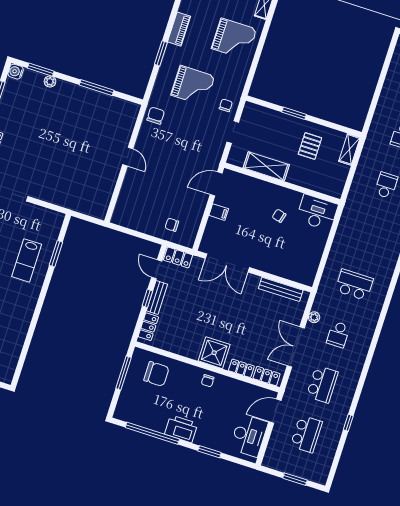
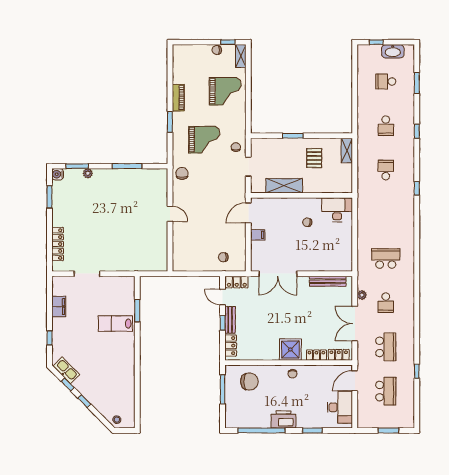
lab bench: (27, 260) -> (115, 324), turned 90

